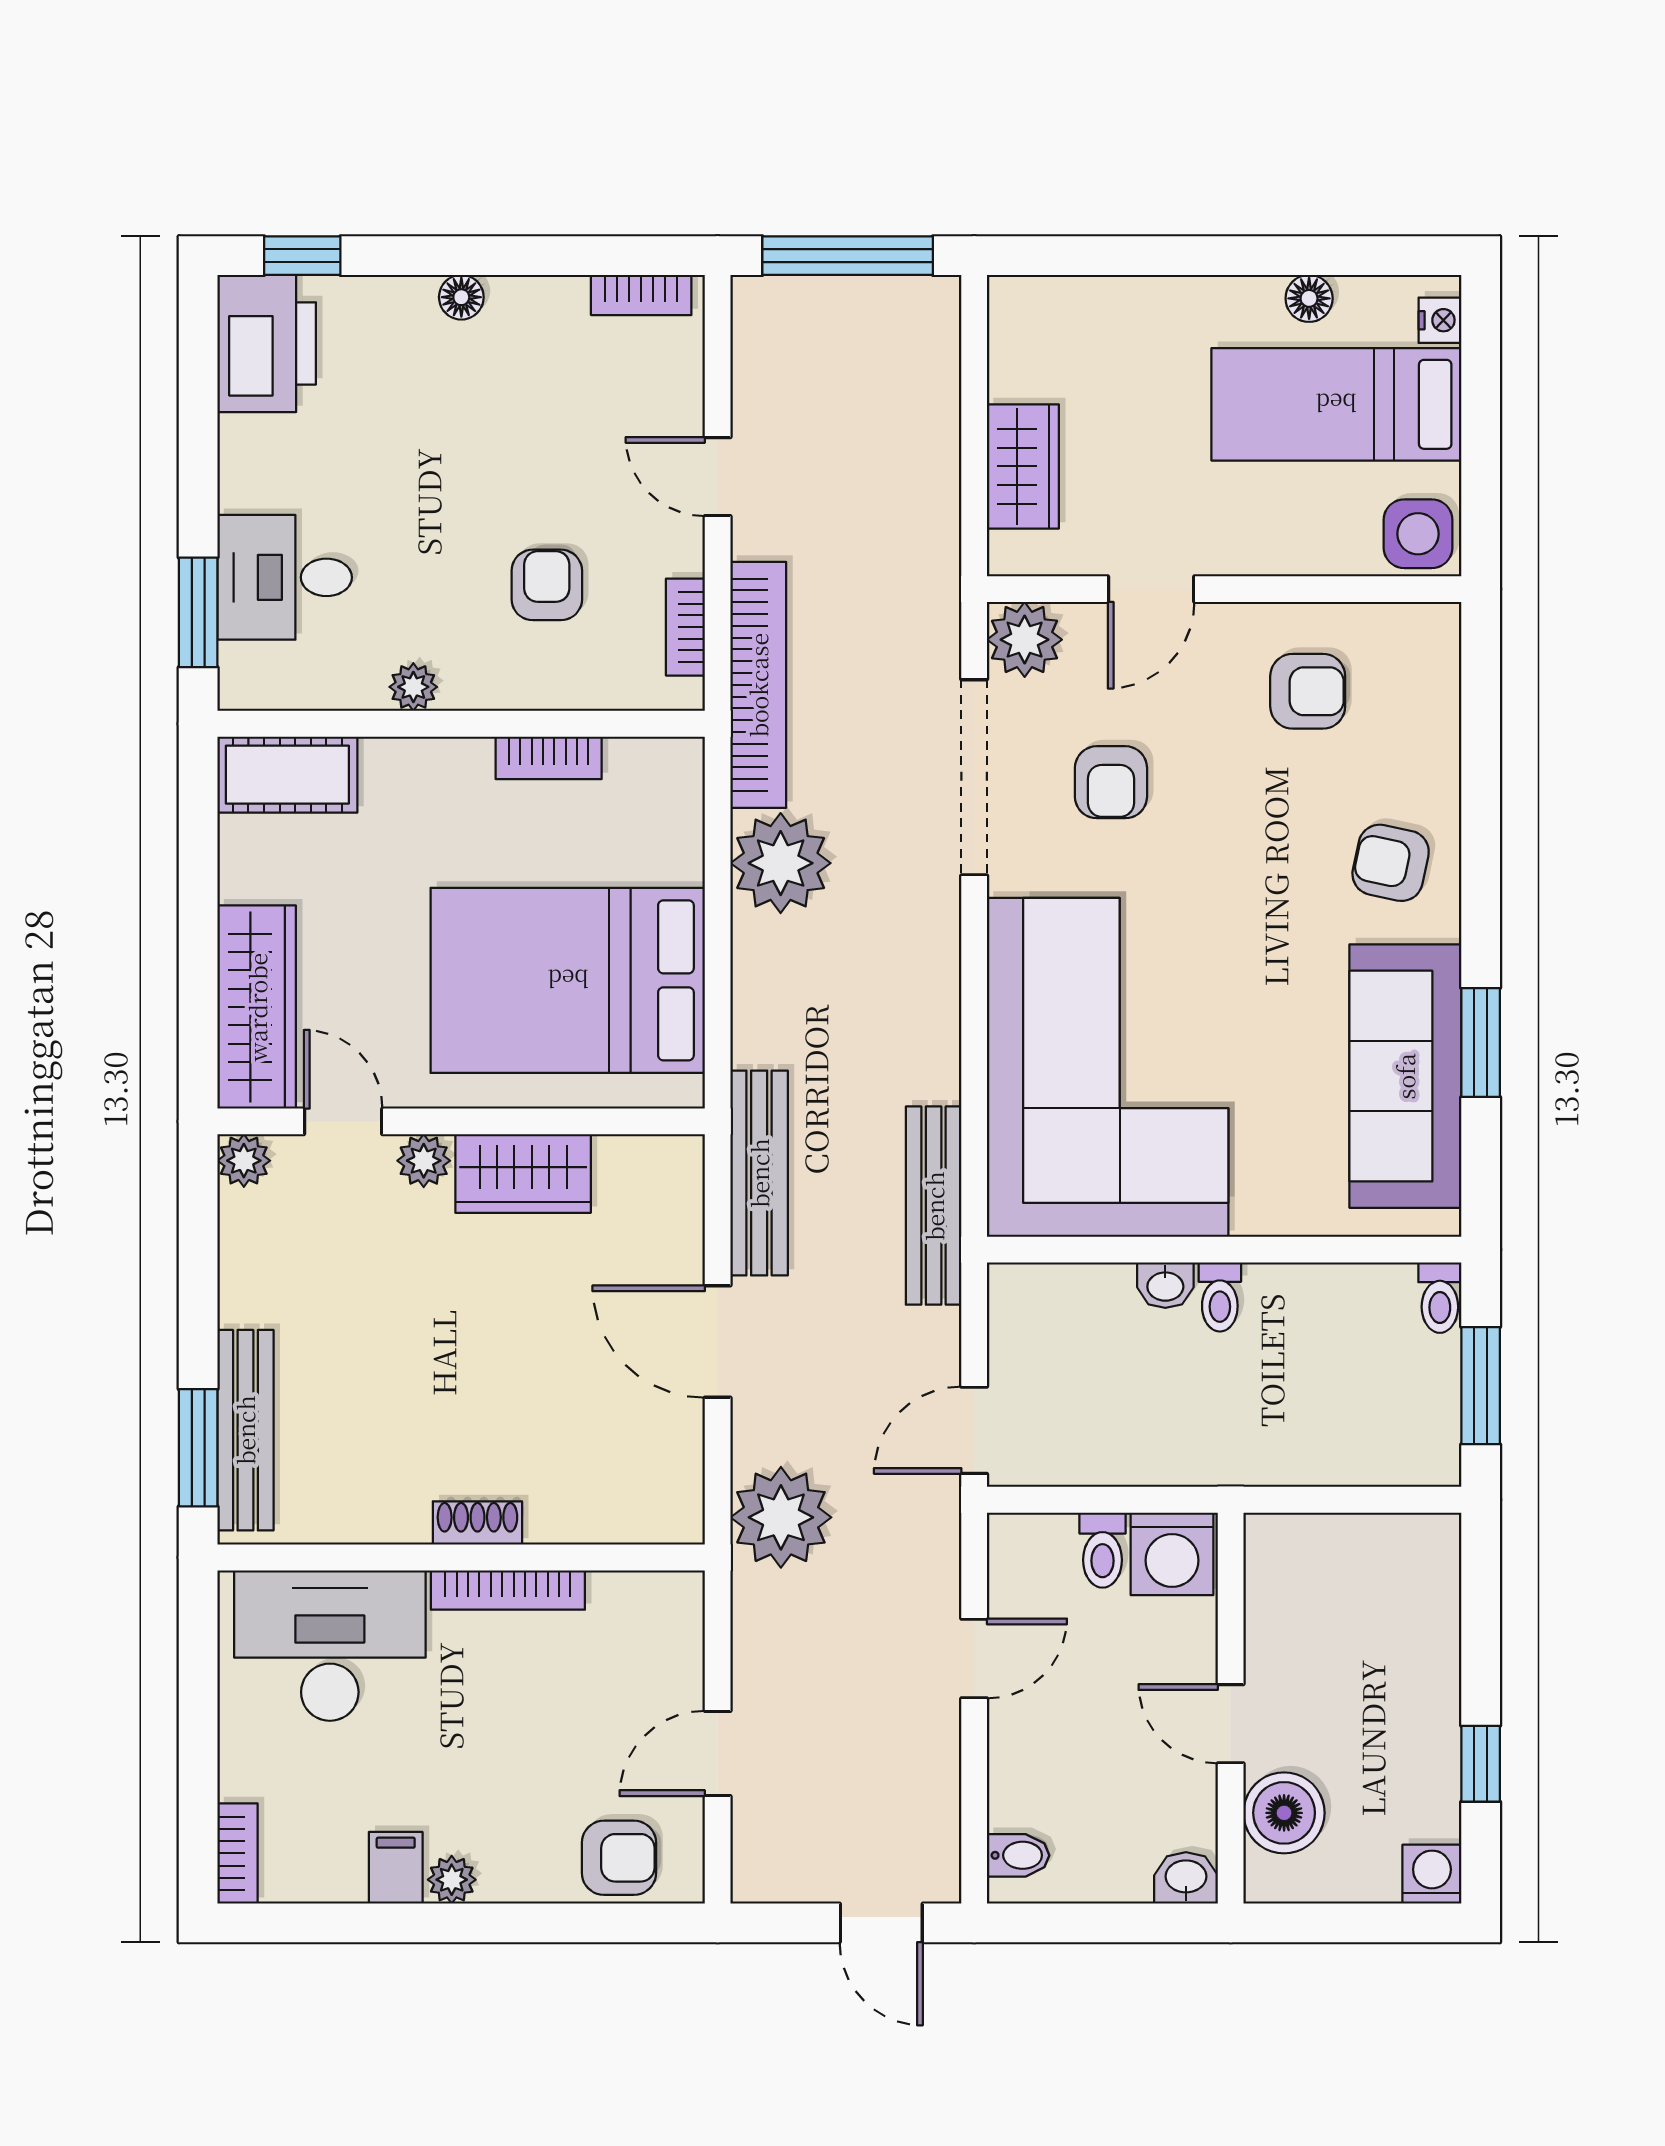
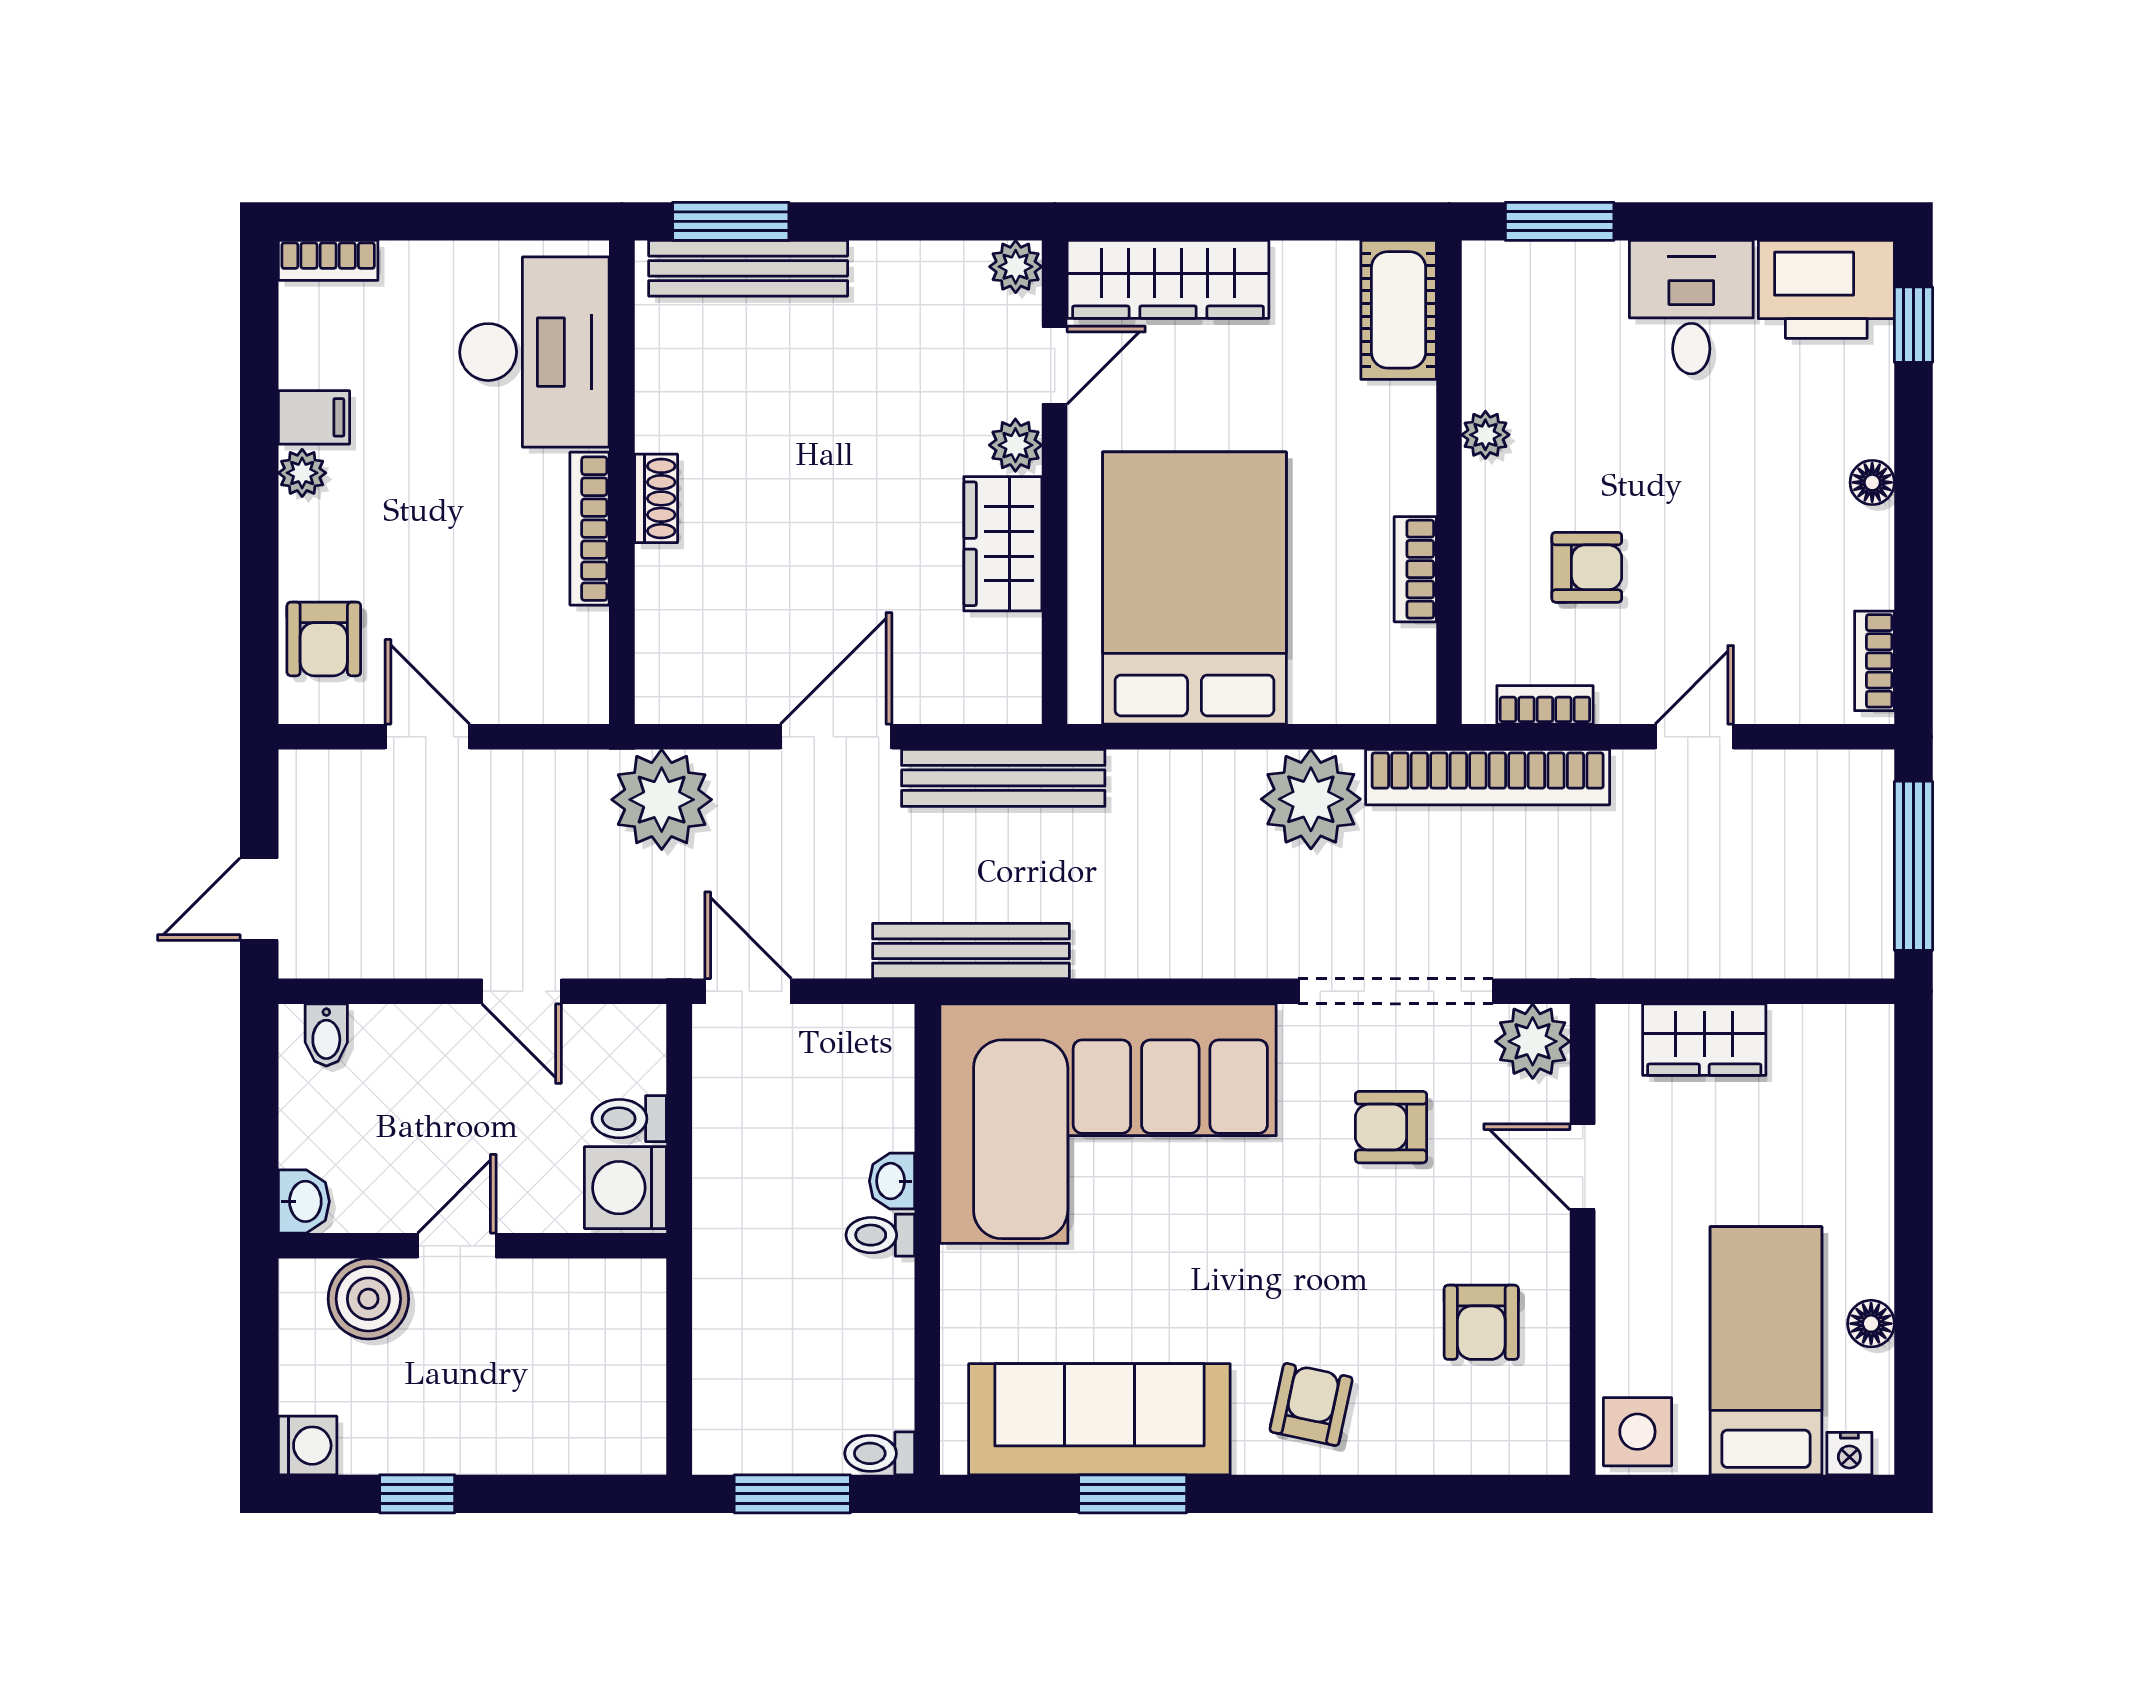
desk: (285, 577) -> (1691, 307), moved

